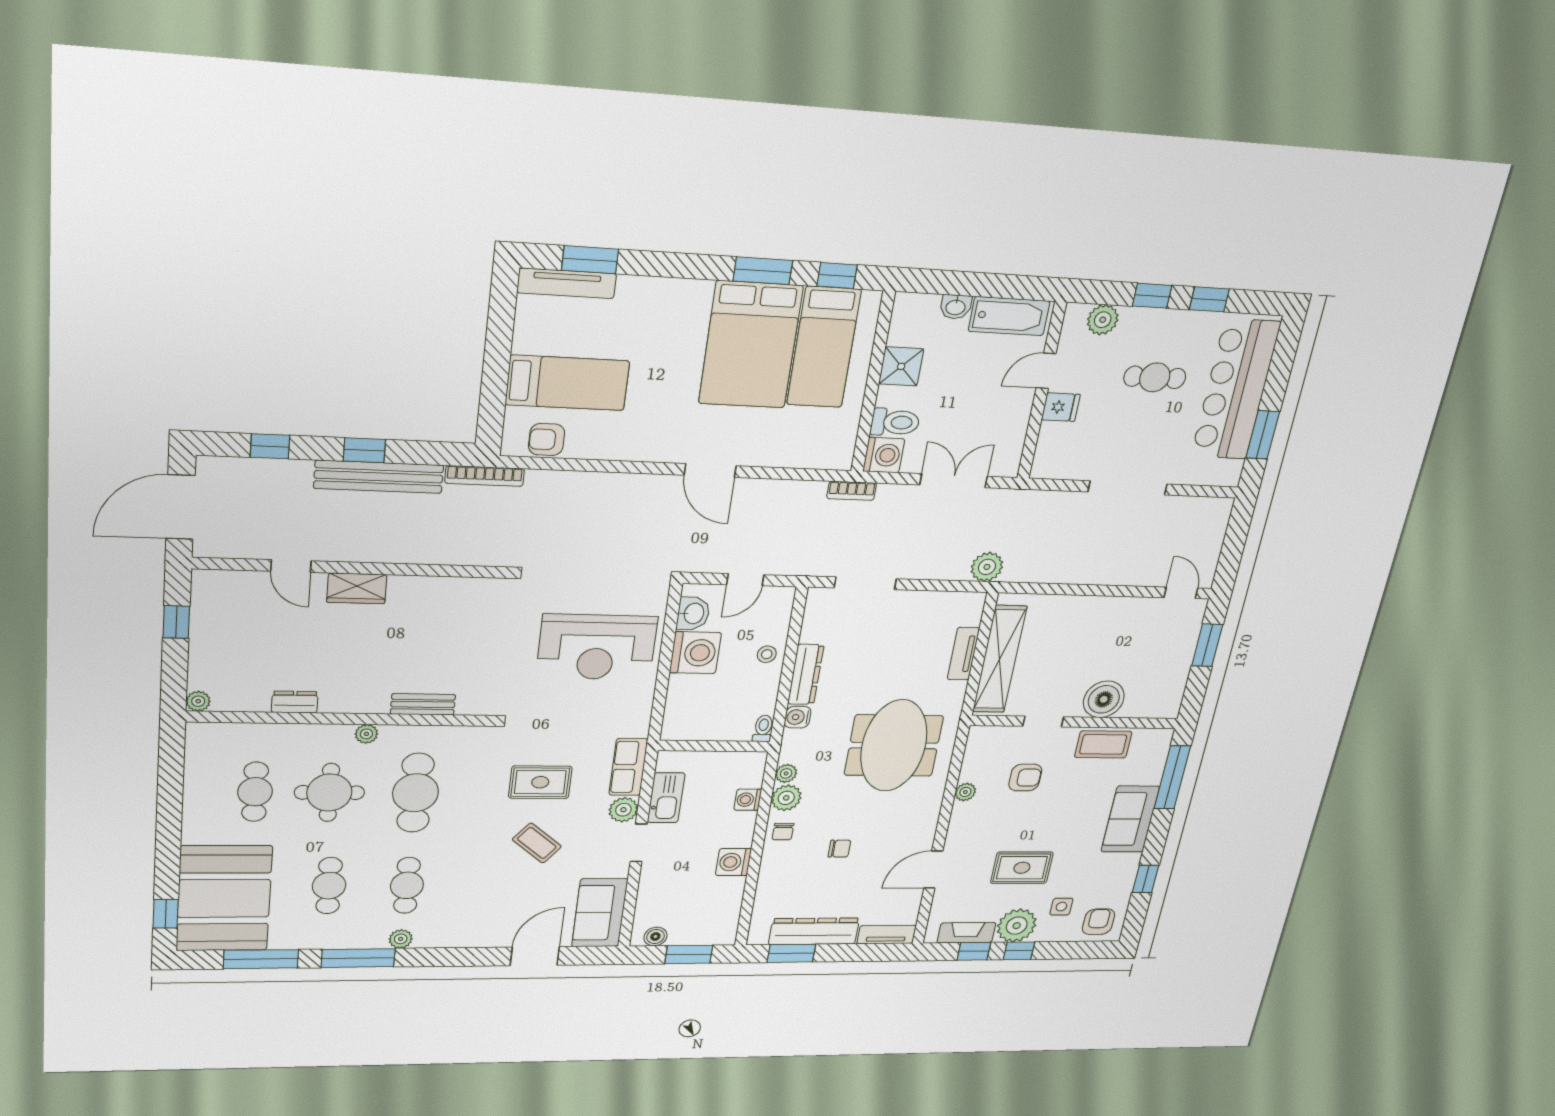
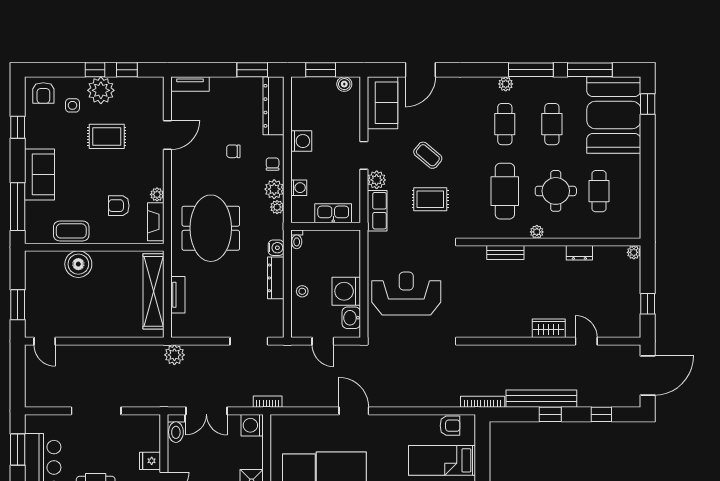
toilet: (895, 422) -> (176, 428), moved, turned -90
door: (745, 580) -> (323, 341), swing flipped
doorway: (1043, 722) -> (116, 247), removed
kitchen sink: (666, 798) -> (333, 213), moved, turned 90
dresser: (814, 931) -> (274, 106), moved, turned 90
fireplace: (966, 933) -> (156, 222), moved, turned 90

